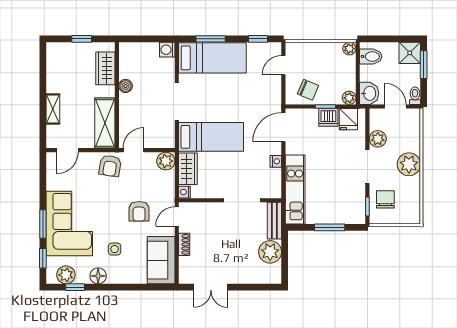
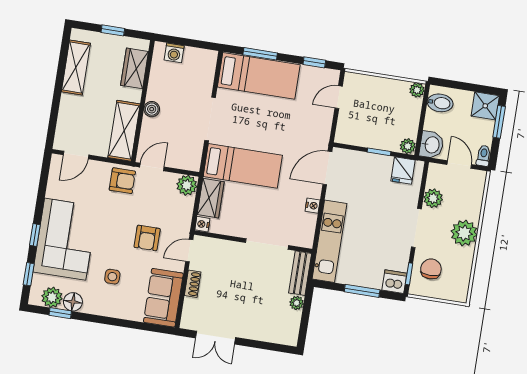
washing machine: (167, 50) -> (174, 53), moved, turned -90
boiler: (126, 86) -> (152, 109), moved
chair: (308, 90) -> (362, 130), removed
shelving: (53, 109) -> (76, 67), moved, width x1.50, depth x1.33
dishwasher: (328, 117) -> (394, 282), moved, turned 180
armchair: (110, 166) -> (122, 181), turned -99
window: (43, 224) -> (35, 235), width x0.67
plant: (270, 252) -> (297, 303), width x0.53, depth x0.53
floor lamp: (98, 276) -> (73, 302), moved

